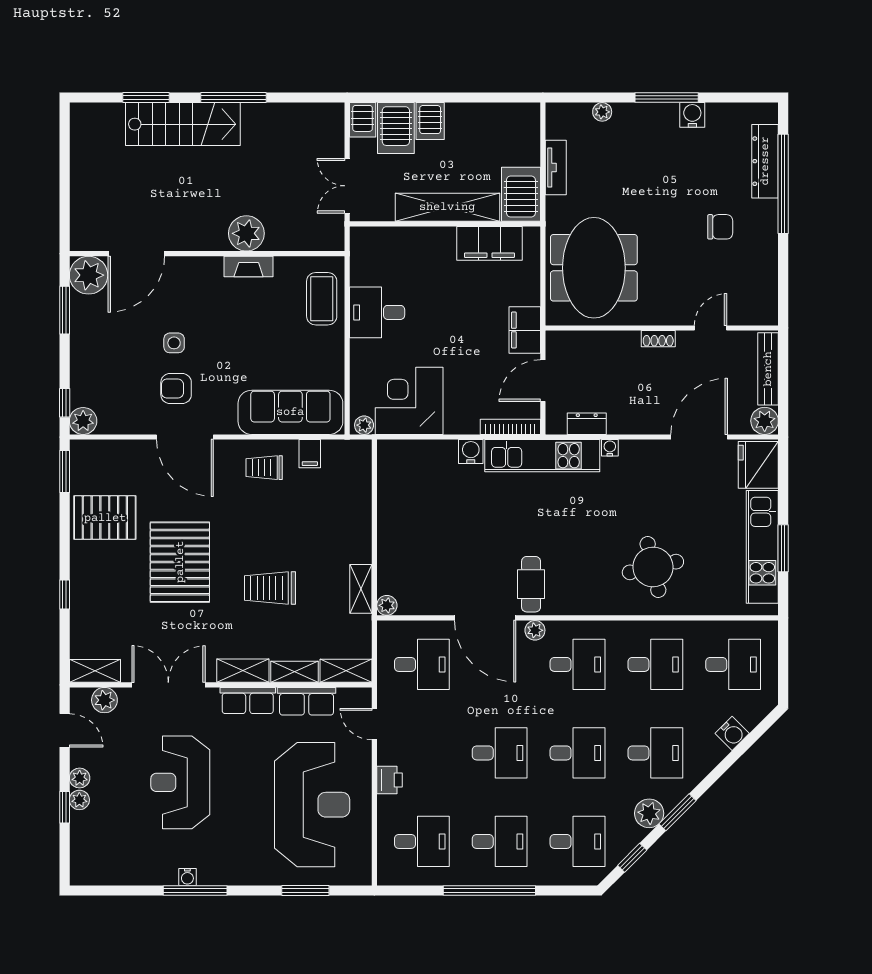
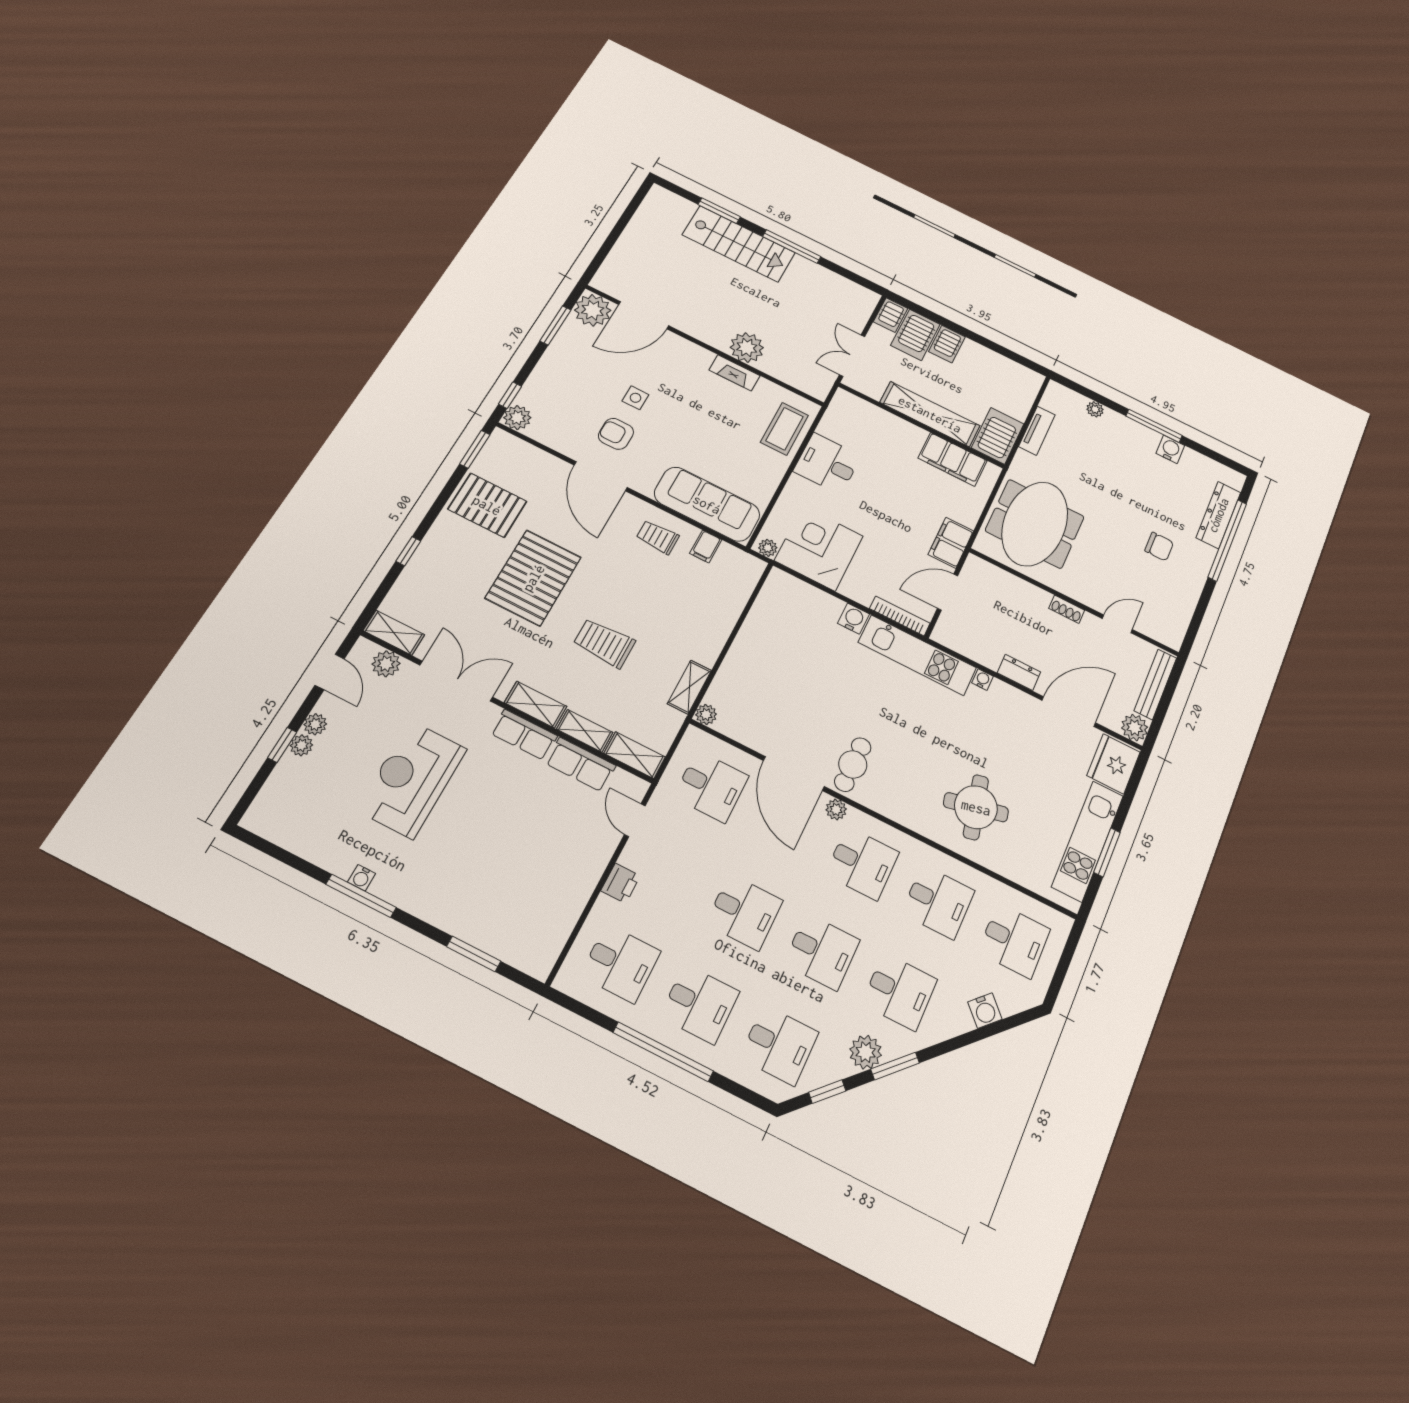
dresser: (587, 424) -> (1019, 672), moved
reception desk: (312, 805) -> (530, 868), removed

